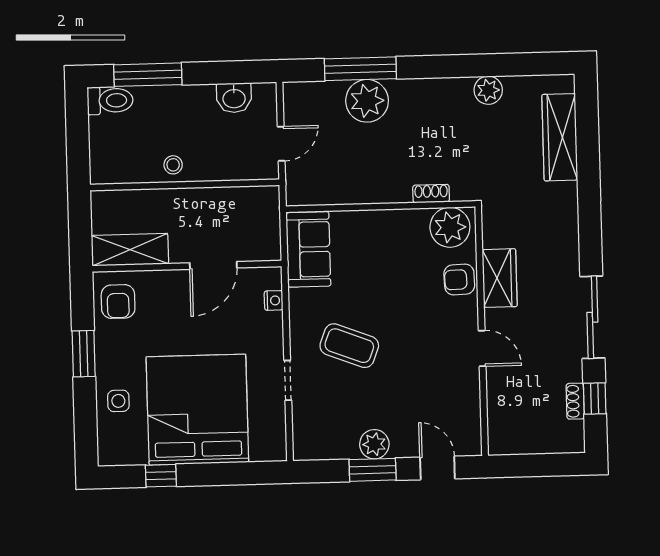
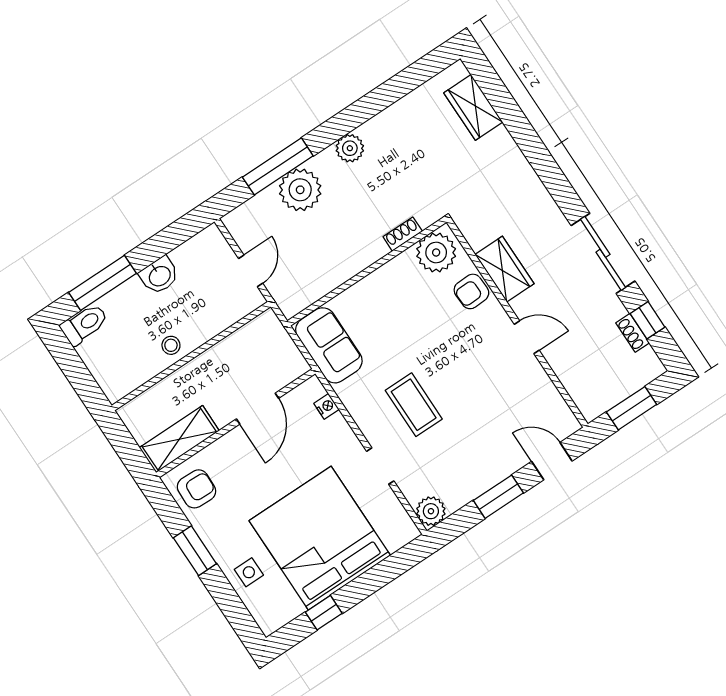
plant: (488, 90) -> (350, 148), moved
washbasin: (234, 98) -> (159, 275), moved
wardrobe: (560, 137) -> (473, 107), width x0.67
armchair: (118, 302) -> (197, 489), turned -88
coffee table: (349, 346) -> (414, 405), turned 69
plant: (374, 444) -> (431, 511), moved
window: (534, 465) -> (632, 408), added

